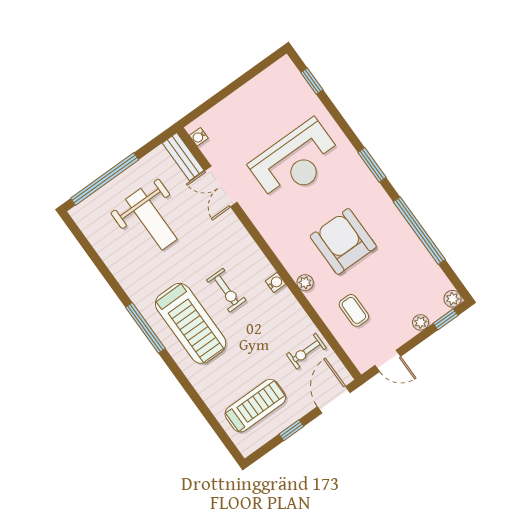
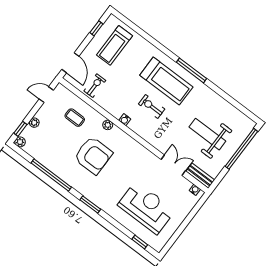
reception desk: (296, 161) -> (146, 208), moved, turned 90
treadmill: (191, 323) -> (166, 81), turned 180
window: (291, 430) -> (96, 28), moved

